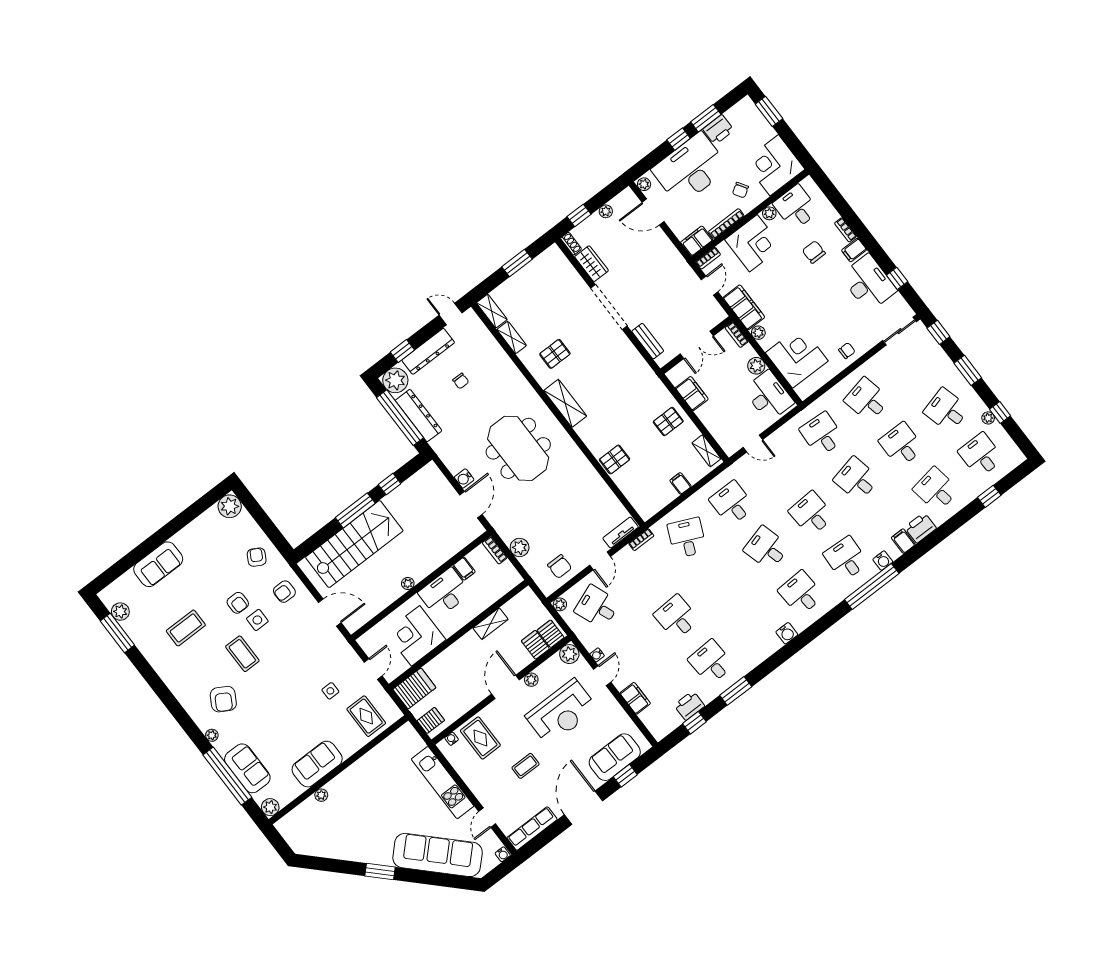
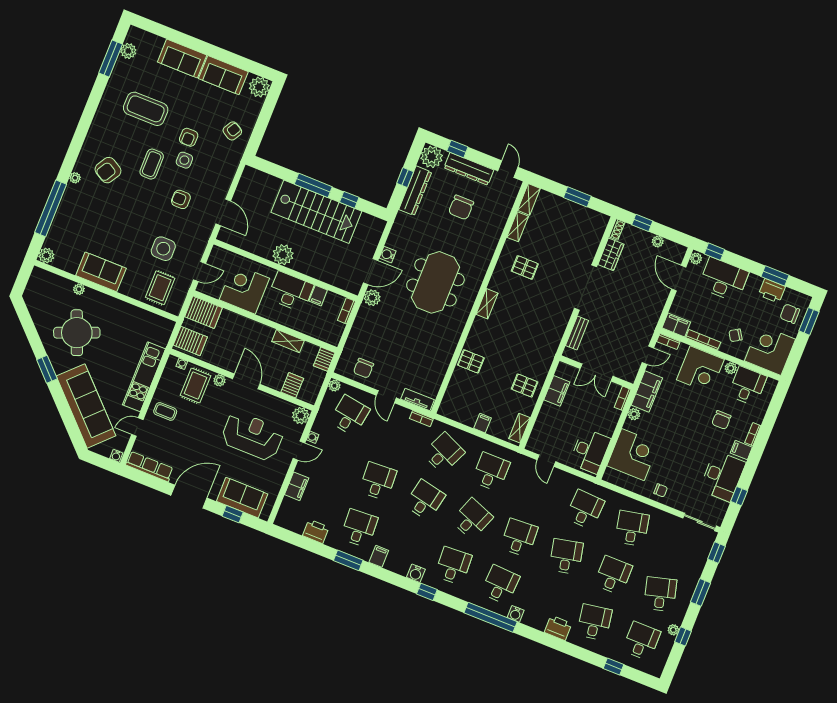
chair: (751, 125) -> (790, 314), added
window: (679, 139) -> (714, 252), moved
desk: (690, 169) -> (724, 280), width x0.73, depth x0.77
chair: (814, 252) -> (721, 420), turned 180
plant: (756, 366) -> (608, 428), removed
chair: (461, 381) -> (461, 207), width x1.87, depth x1.87
shelving: (565, 403) -> (487, 304), width x0.67, depth x0.75
window: (400, 418) -> (405, 177), width x0.32
filing cabinet: (903, 541) -> (379, 556), moved
stairs: (354, 544) -> (316, 212), moved
plant: (520, 547) -> (372, 298), moved
desk: (766, 548) -> (472, 519), turned 36
door: (600, 561) -> (386, 397), hinge flipped
plant: (408, 583) -> (283, 255), width x1.87, depth x1.87
desk: (721, 583) -> (425, 500), added
armchair: (284, 592) -> (181, 199), moved
desk: (597, 607) -> (350, 415), turned 30
coffee table: (186, 628) -> (146, 109), width x1.36, depth x1.32
server rack: (551, 634) -> (324, 359), moved, turned 180
plant: (531, 680) -> (219, 380), moved
door: (505, 687) -> (246, 381), hinge flipped
side table: (330, 691) -> (163, 249), width x1.87, depth x1.87
reception desk: (561, 712) -> (252, 436), turned 180
server rack: (431, 720) -> (190, 341), width x1.36, depth x1.44
window: (694, 723) -> (427, 592), moved
coffee table: (526, 766) -> (165, 411), moved
sofa: (247, 768) -> (223, 75), moved, turned 90
round table: (362, 822) -> (77, 333), added

